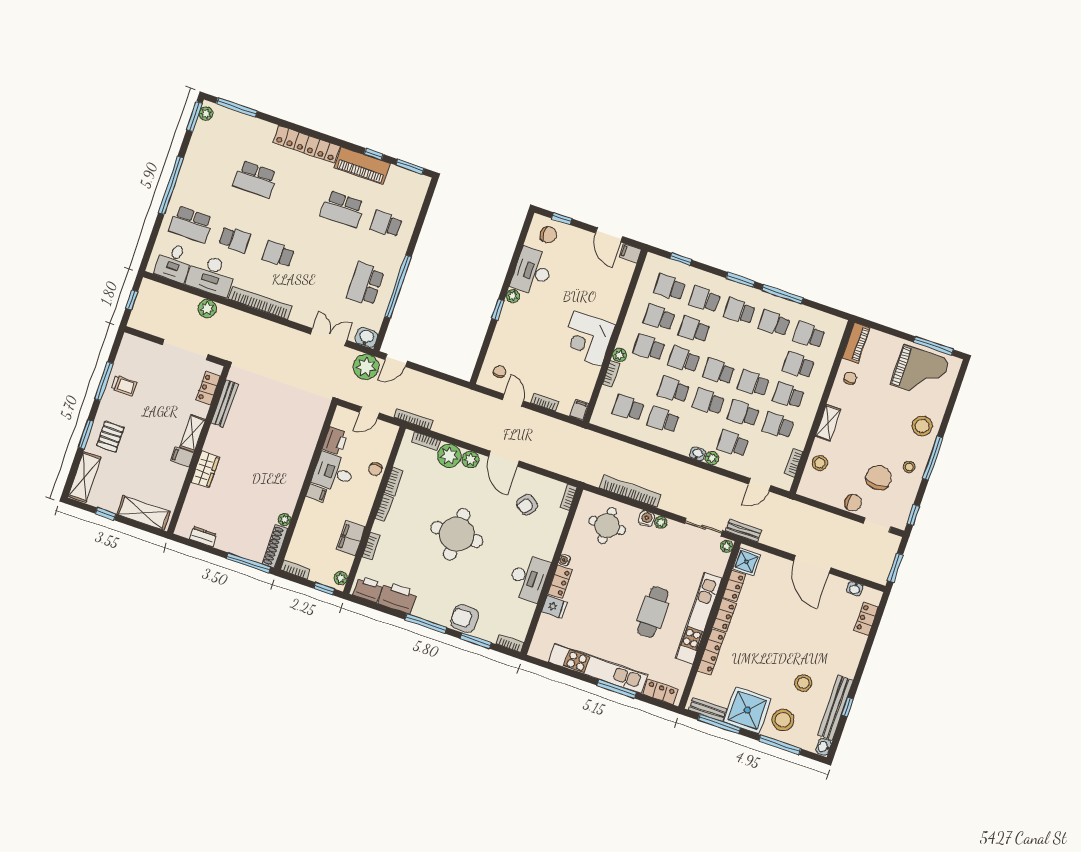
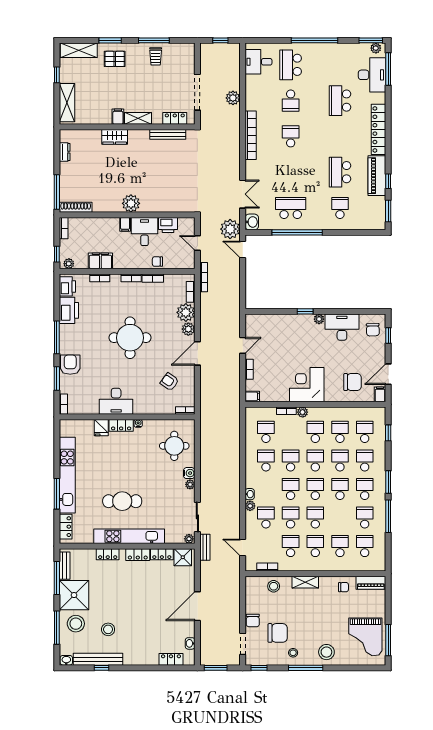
desk: (211, 275) -> (372, 75), moved, turned 180
school desk: (729, 341) -> (340, 489), added
chair: (500, 372) -> (353, 382), moved, width x1.87, depth x1.87
bookcase: (630, 491) -> (205, 454), removed
plant: (284, 519) -> (131, 203), moved, width x1.87, depth x1.87
locker: (712, 652) -> (108, 554), width x0.66

